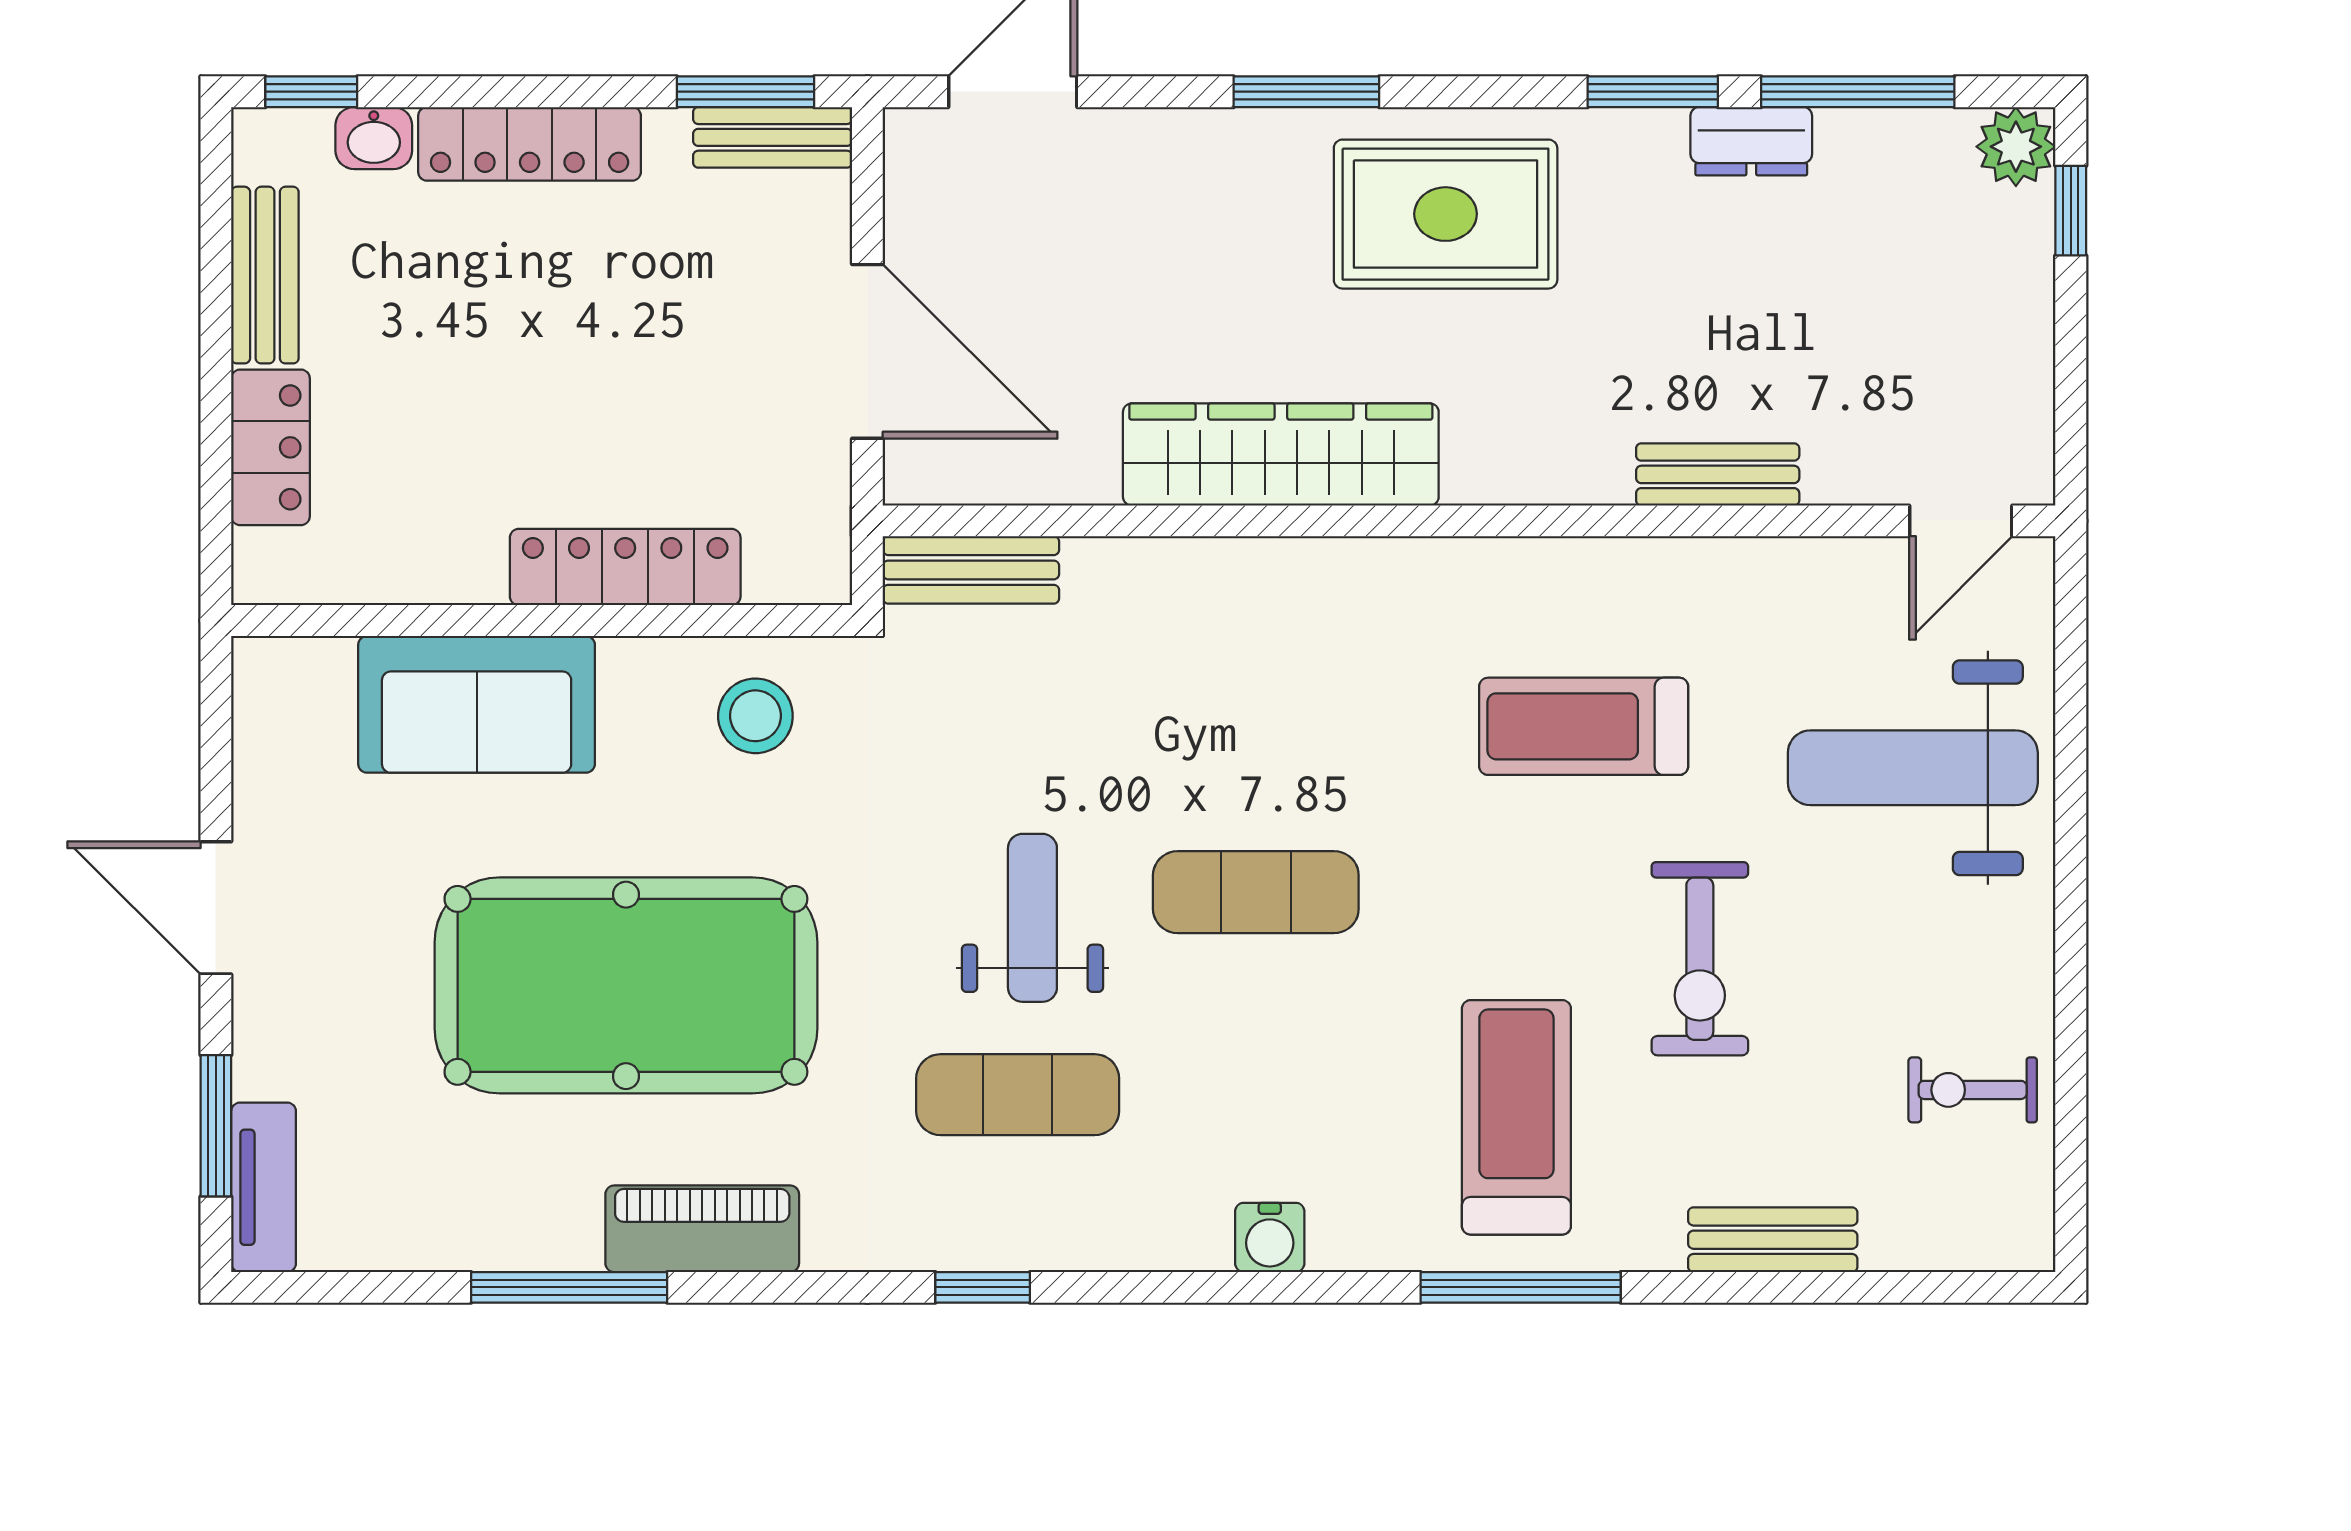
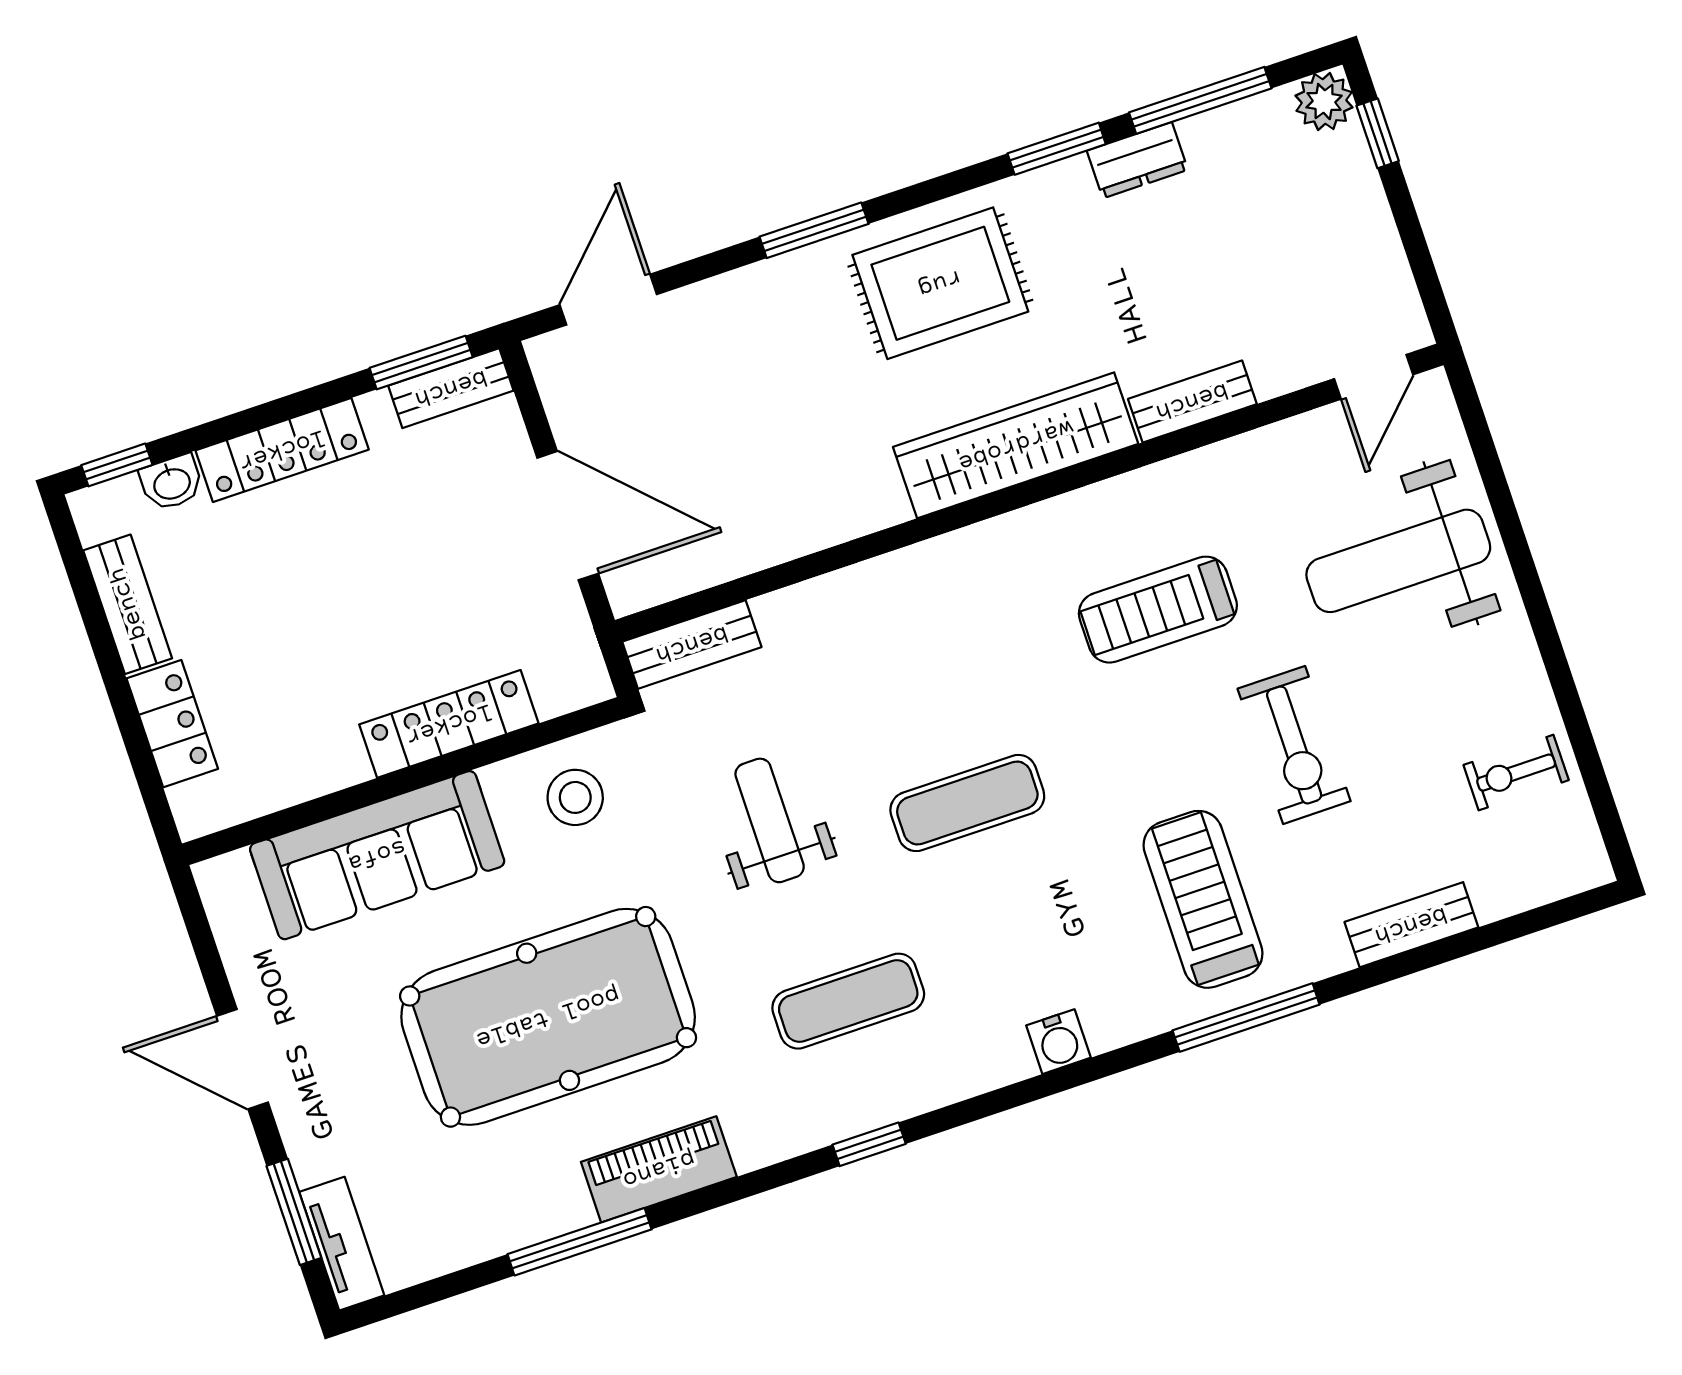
wardrobe: (1281, 454) -> (1016, 445), moved
sofa: (477, 704) -> (377, 855), width x1.36
weight bench: (1032, 918) -> (770, 820), moved

